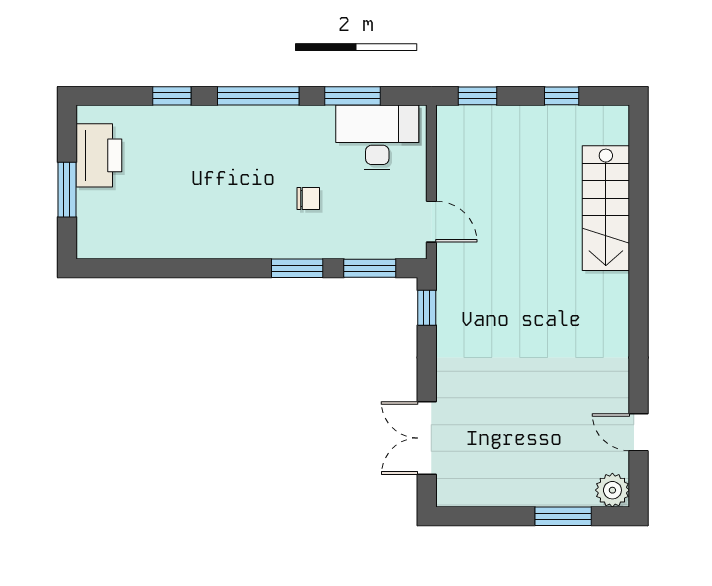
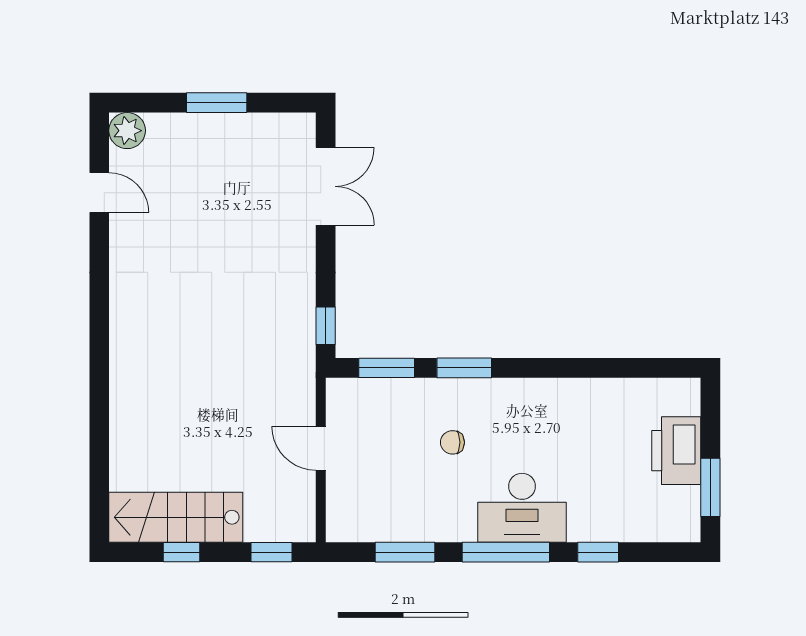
desk: (377, 137) -> (522, 508), moved
printer: (99, 155) -> (676, 451), moved
window: (67, 190) -> (710, 487), moved
stairs: (606, 208) -> (176, 517), moved, turned -90
door: (431, 222) -> (321, 448), moved
window: (563, 516) -> (217, 103), moved

